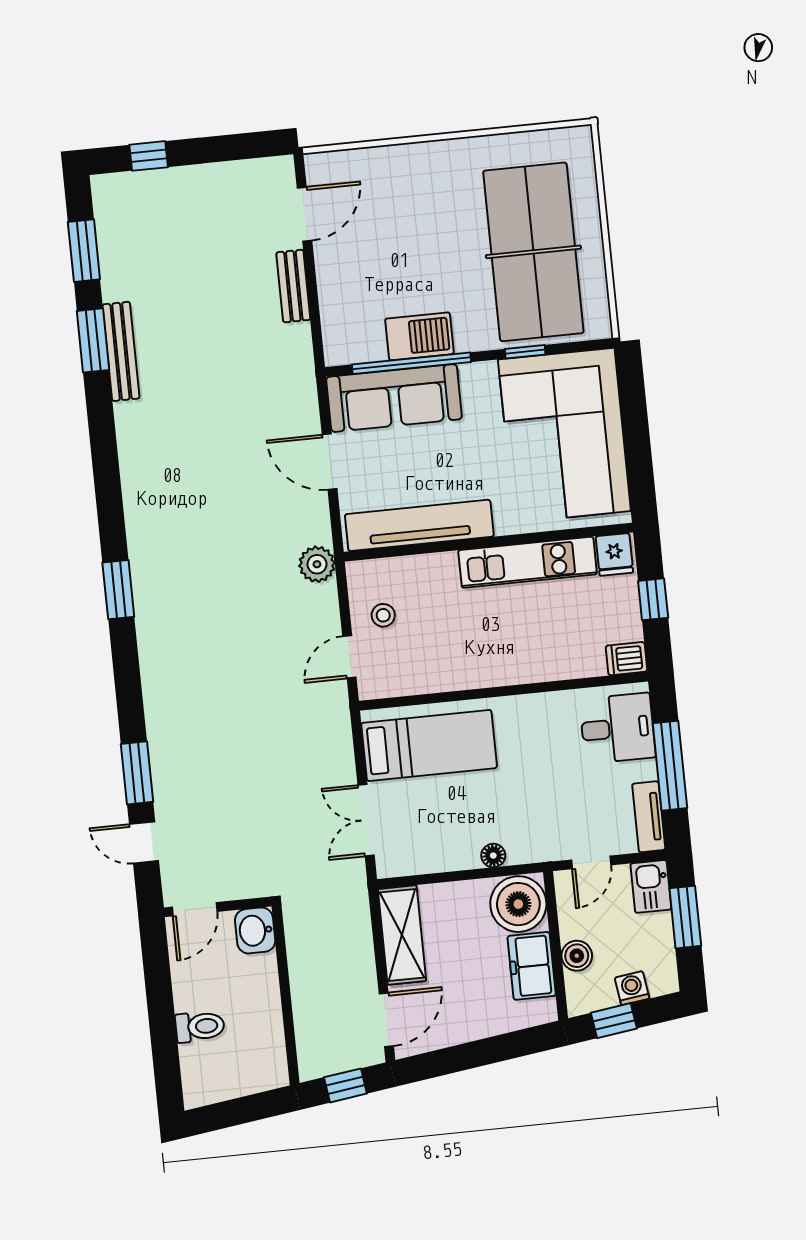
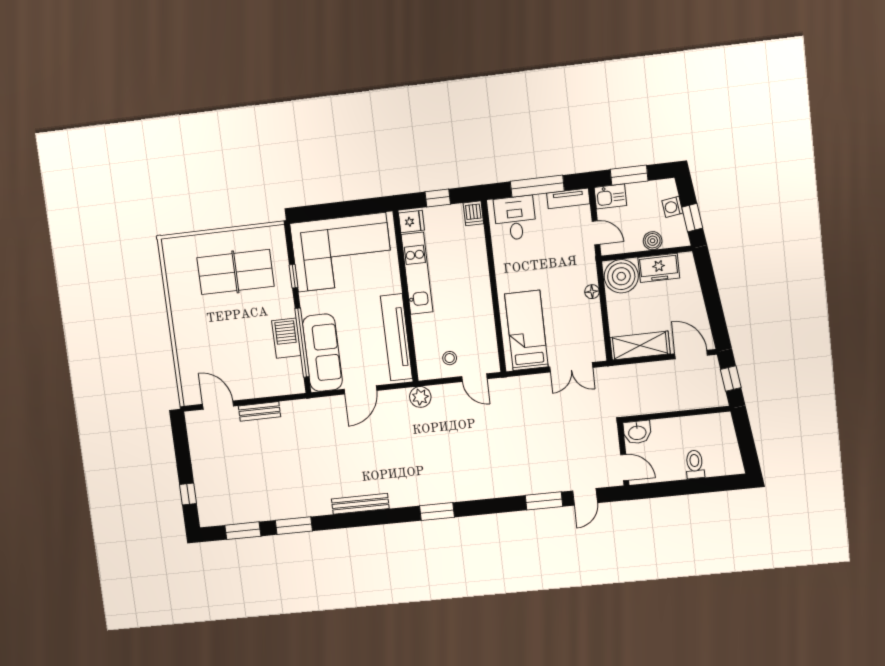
table tennis table: (533, 252) -> (235, 272), width x0.73, depth x0.76
bench: (121, 351) -> (360, 504), moved

